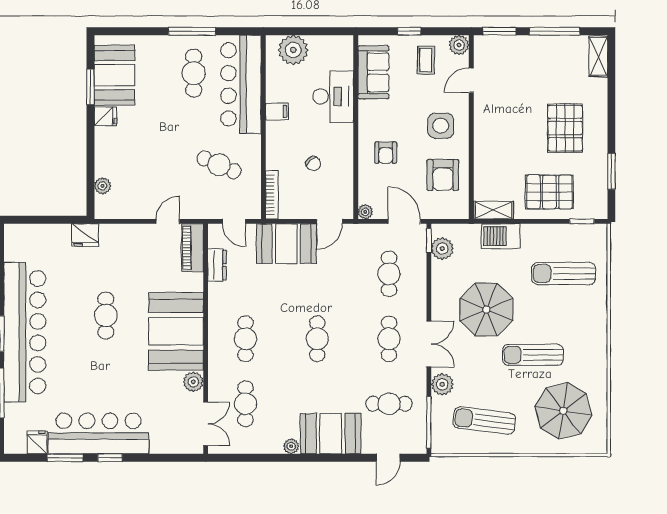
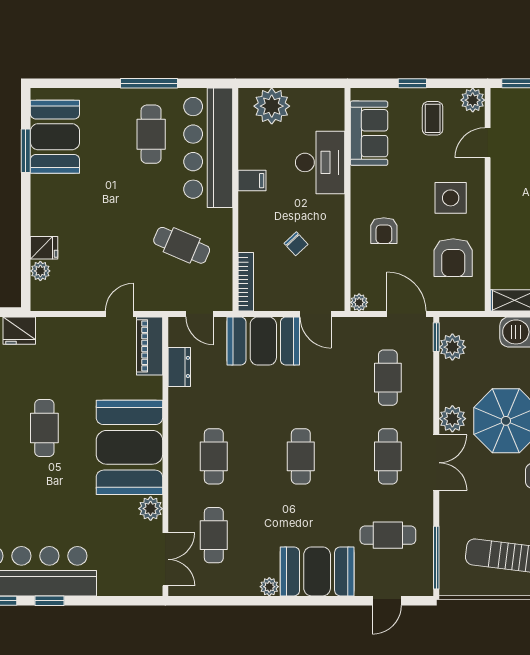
fridge: (105, 116) -> (44, 248), moved
door: (329, 221) -> (316, 314), hinge flipped
plant: (442, 384) -> (452, 419), moved

